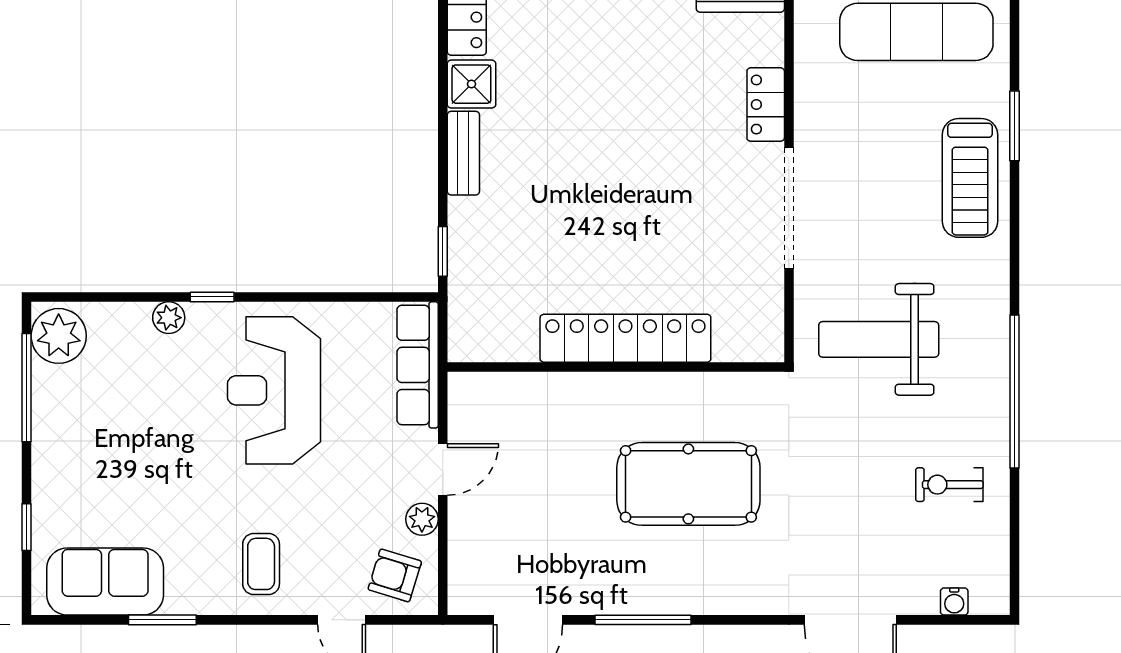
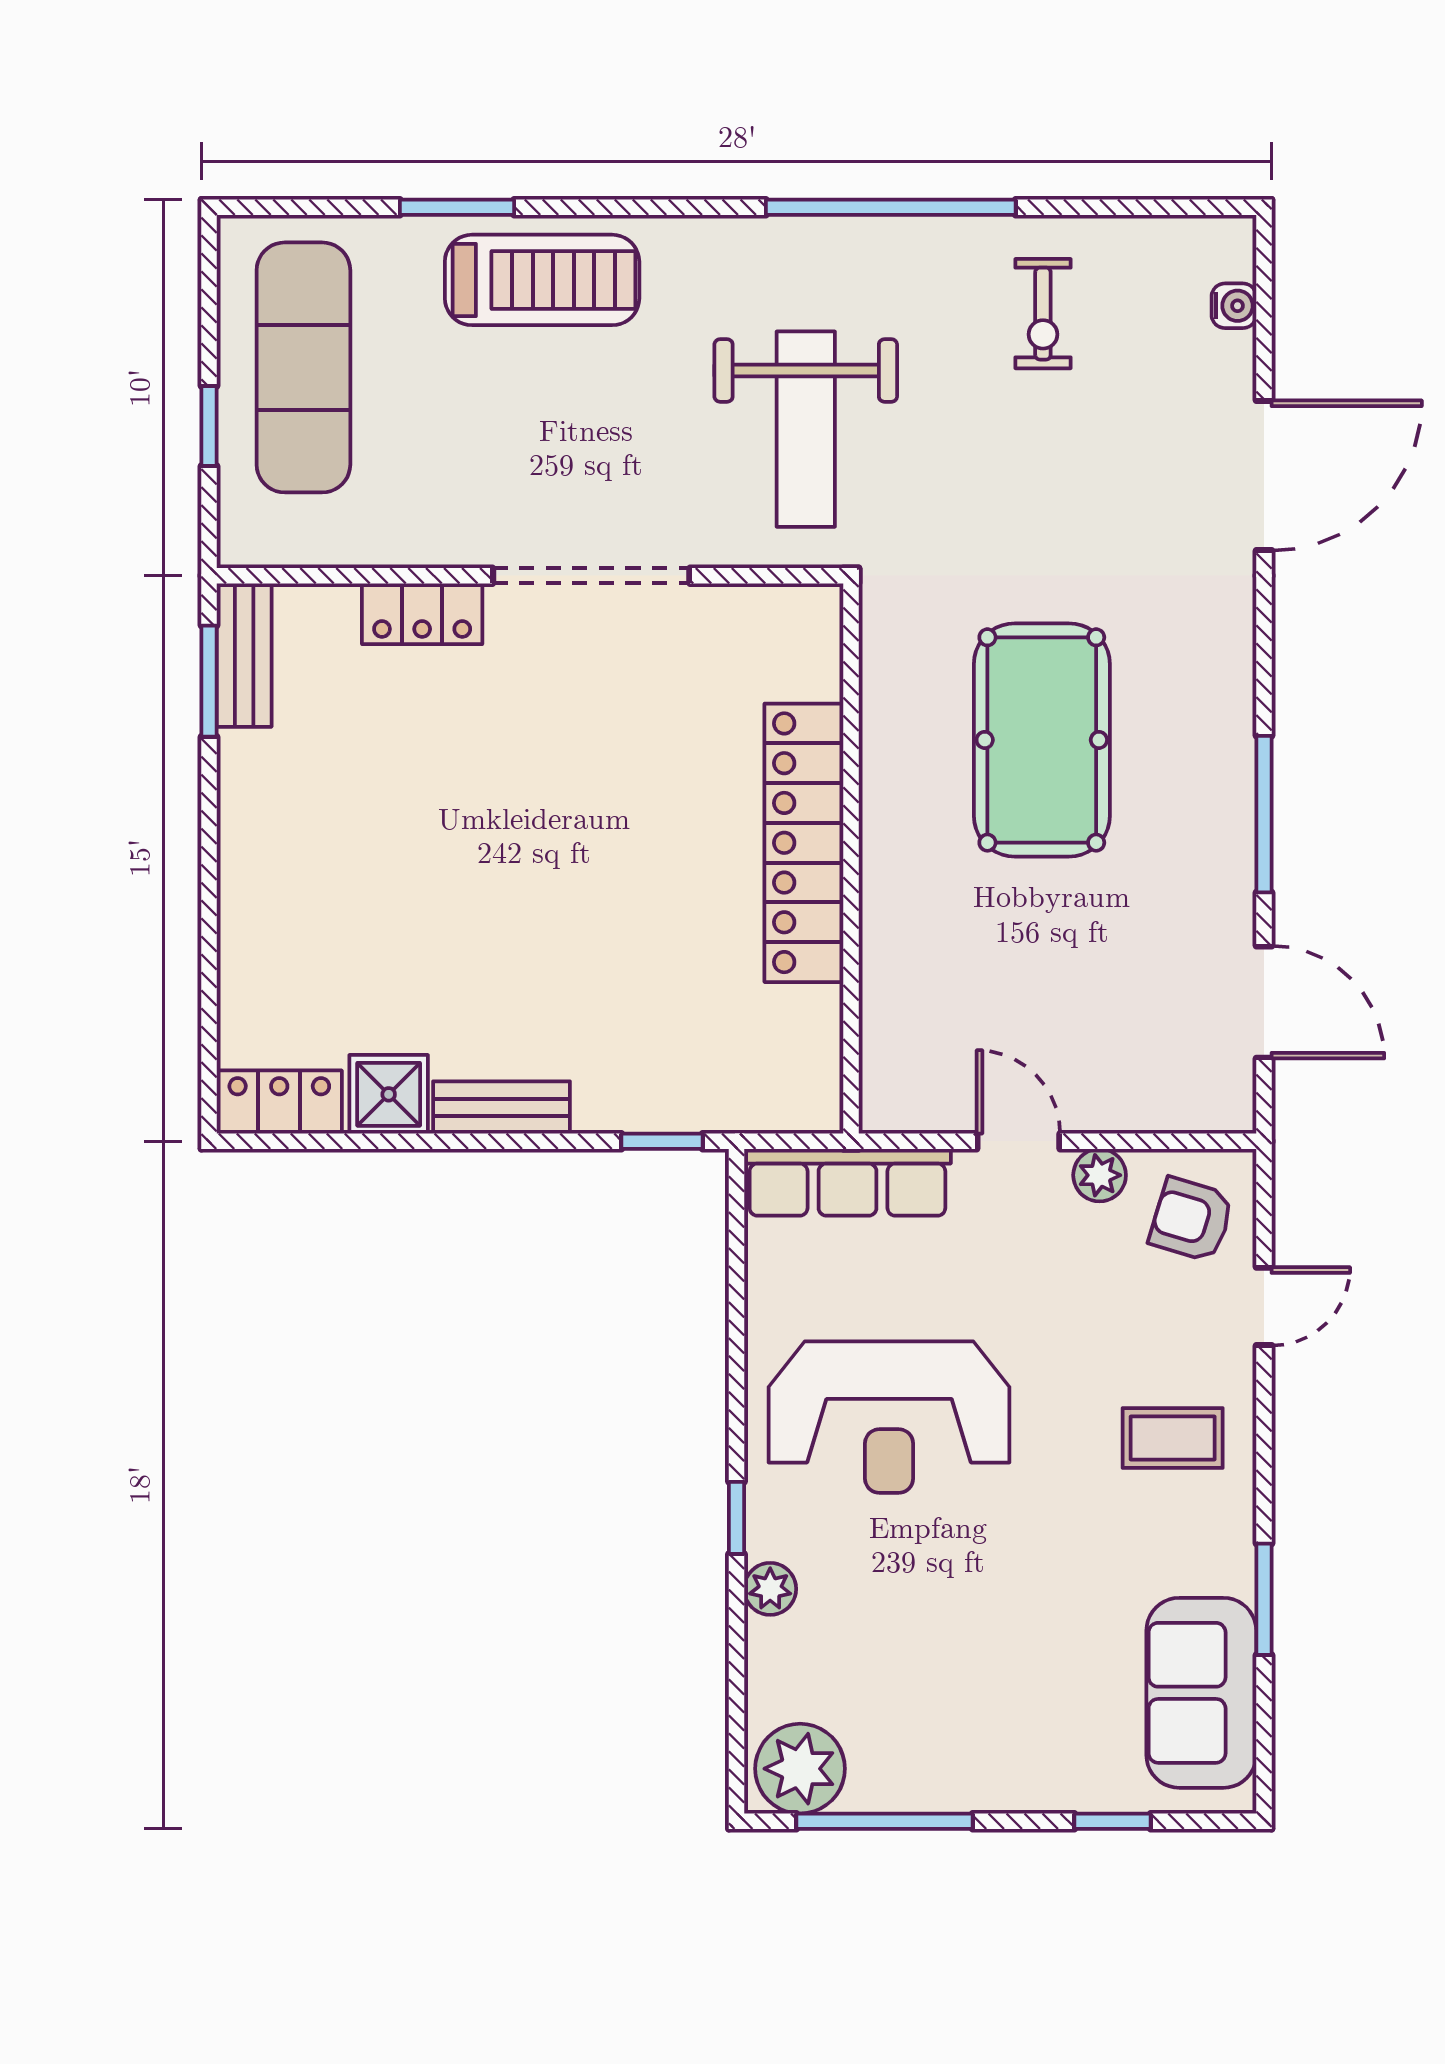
armchair: (395, 575) -> (1191, 1220), turned 90

